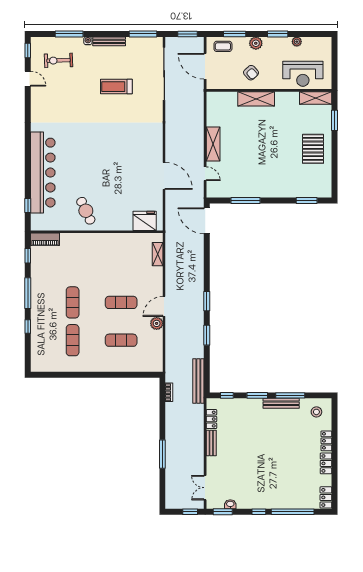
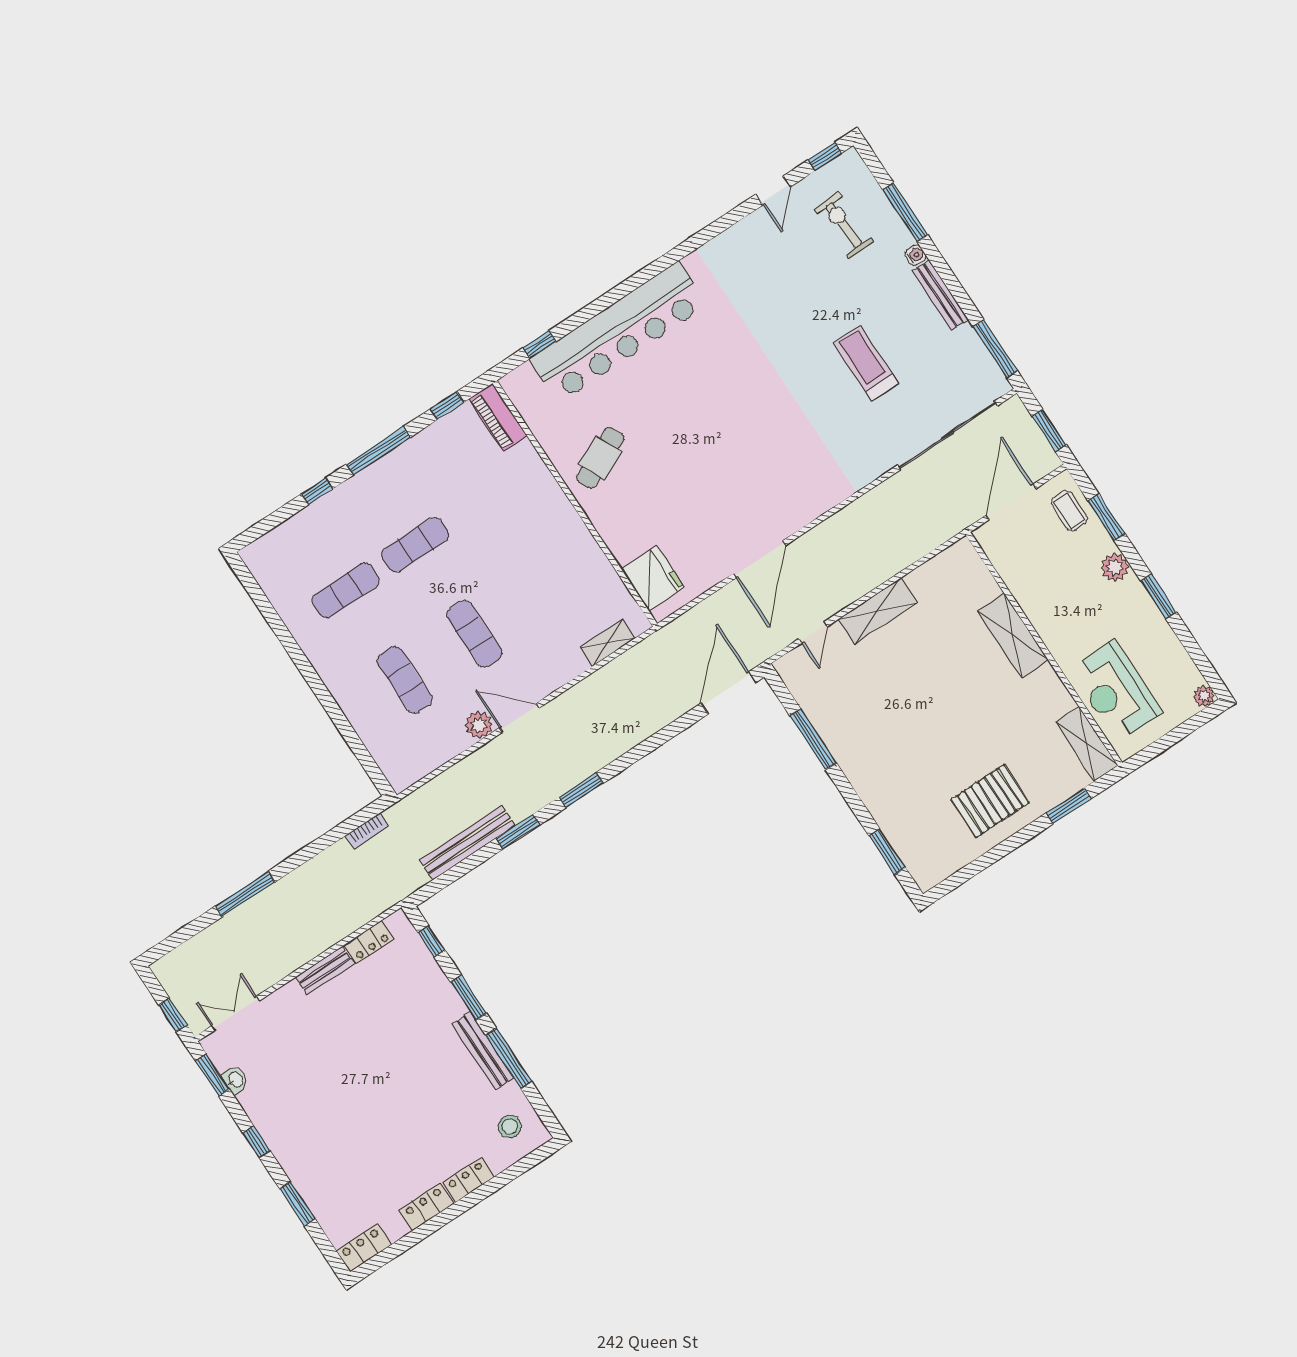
plant: (297, 42) -> (1204, 696), moved
armchair: (251, 73) -> (1055, 594), removed
bench: (198, 381) -> (467, 843), moved
window: (293, 512) -> (297, 1204), width x0.47

